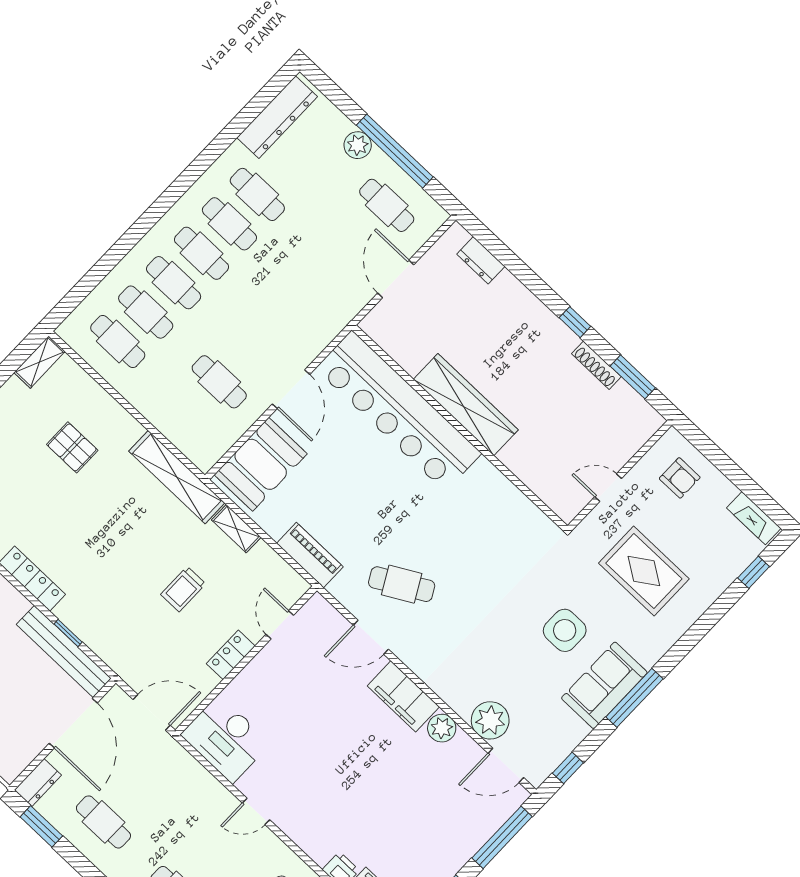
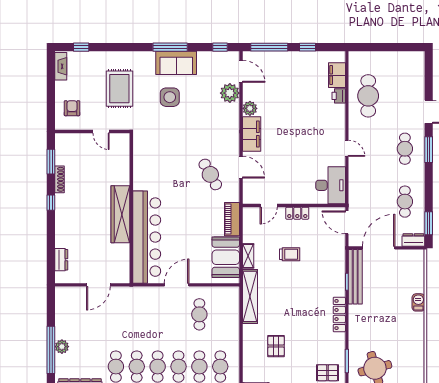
window: (395, 151) -> (51, 350), moved
cafe table: (387, 205) -> (74, 314), removed
booth: (261, 464) -> (226, 257), moved, turned 90

